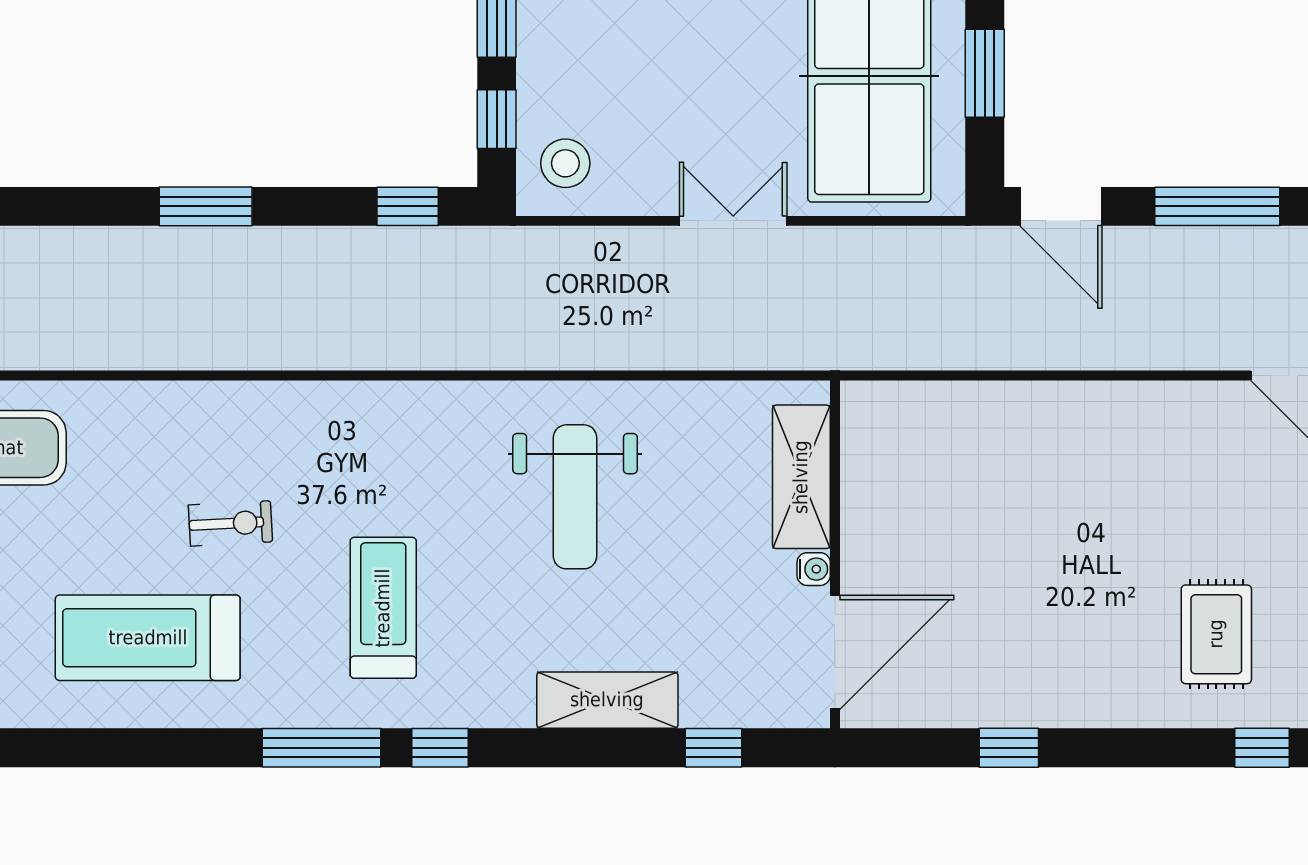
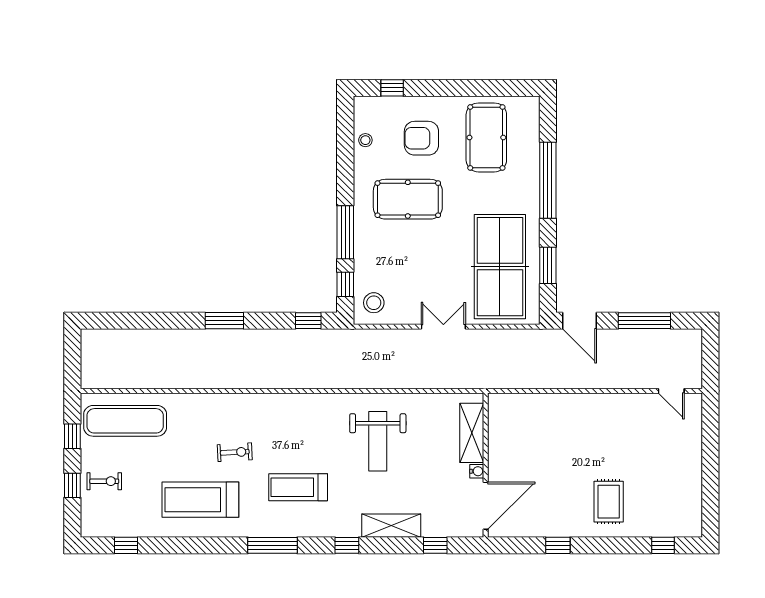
treadmill: (383, 608) -> (298, 487), turned -90
rug: (1216, 634) -> (609, 502), moved
window: (440, 748) -> (347, 545), moved

